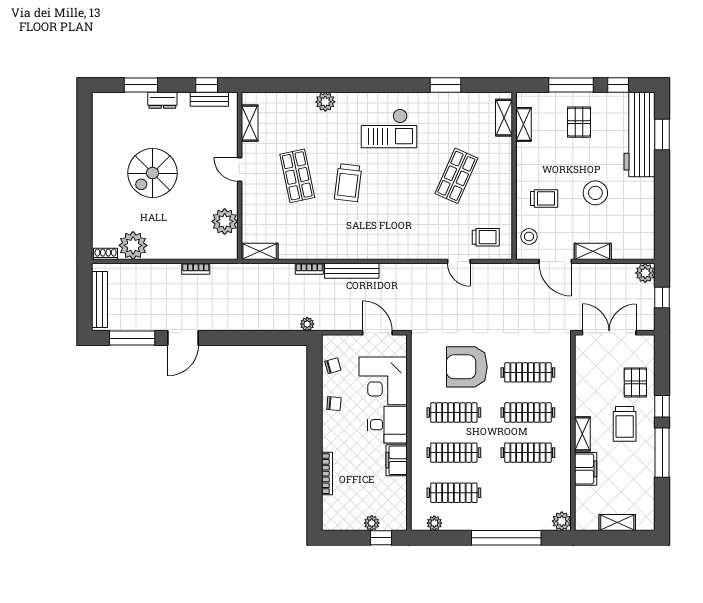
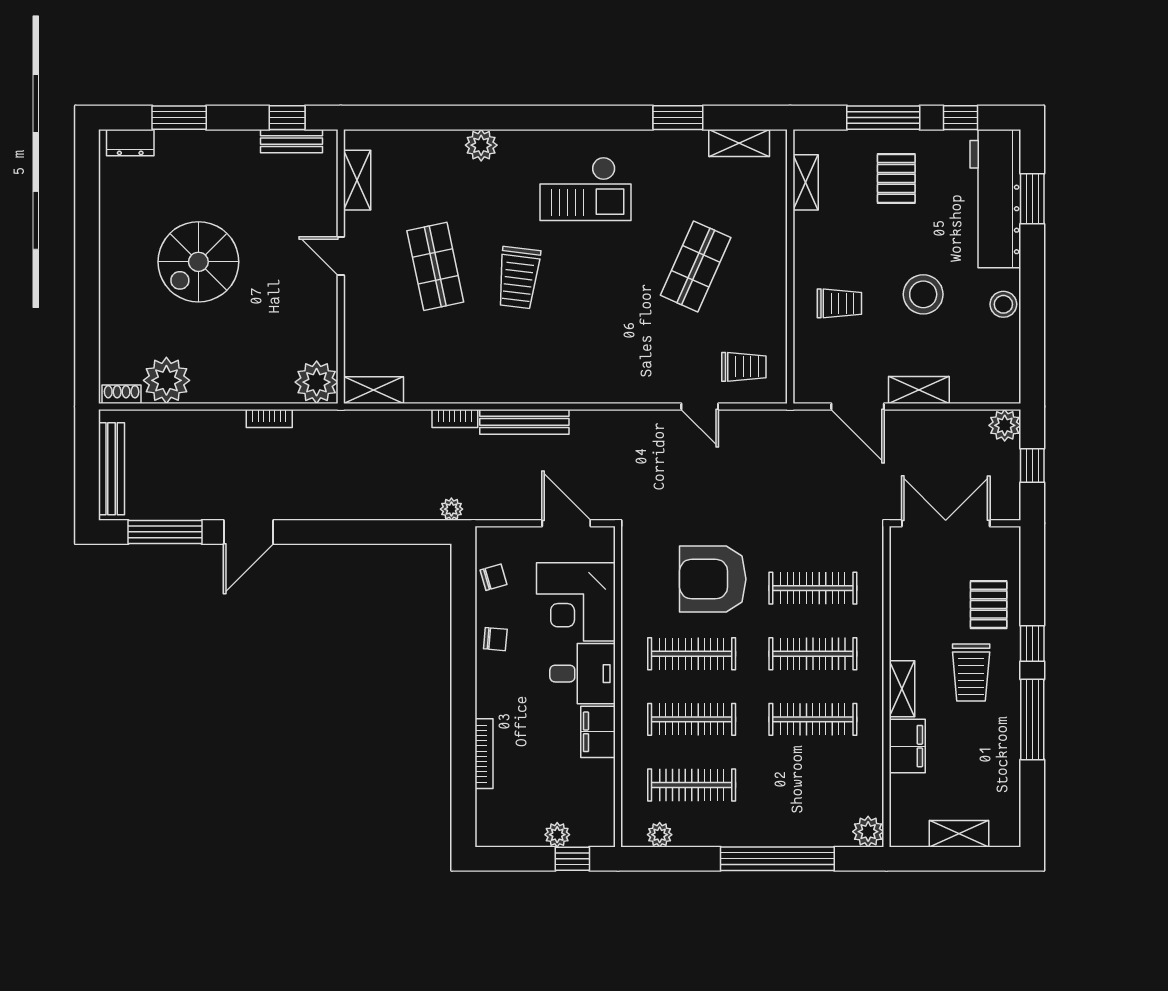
dresser: (162, 100) -> (130, 143), moved
shelving: (504, 118) -> (739, 143), moved, turned 90
plant: (225, 221) -> (317, 382), moved
stool: (529, 237) -> (1003, 304), moved

